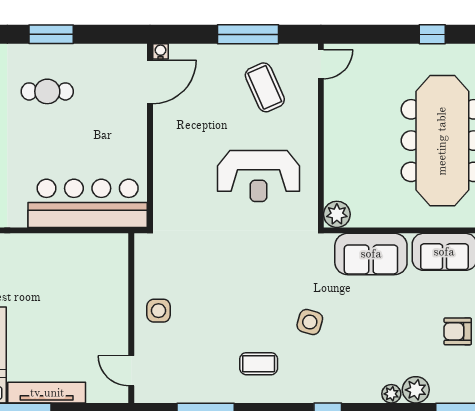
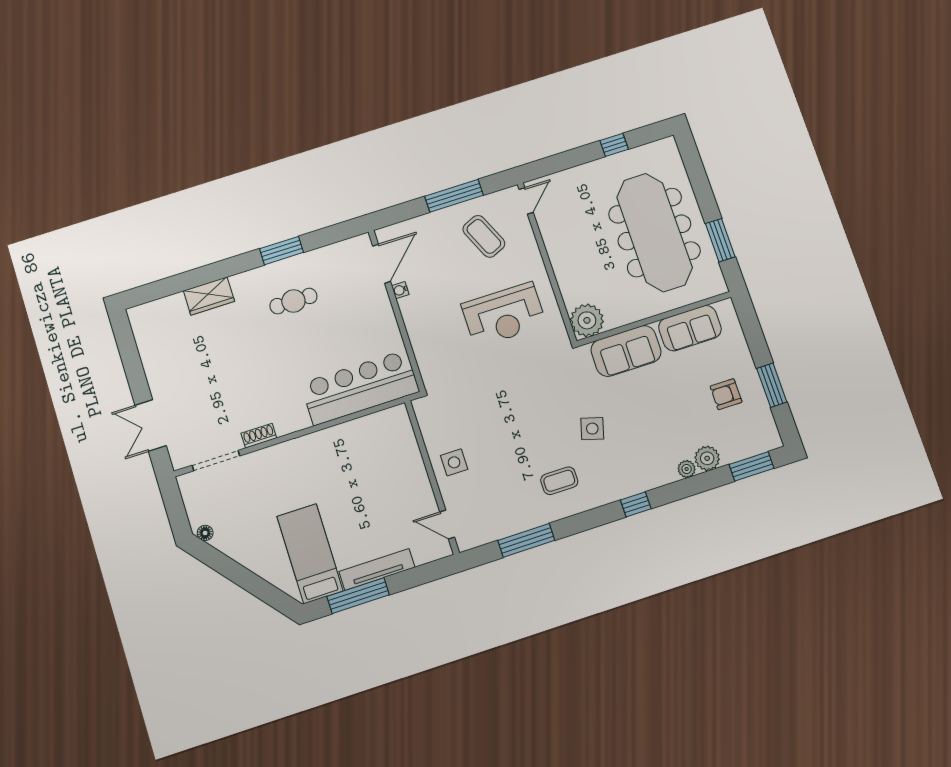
water cooler: (160, 51) -> (400, 290), moved, turned -90
plant: (337, 214) -> (587, 320), width x1.36, depth x1.36

